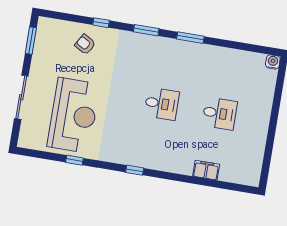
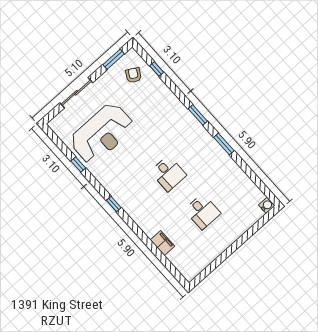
window: (101, 23) -> (157, 69), moved
armchair: (85, 44) -> (133, 75), moved

